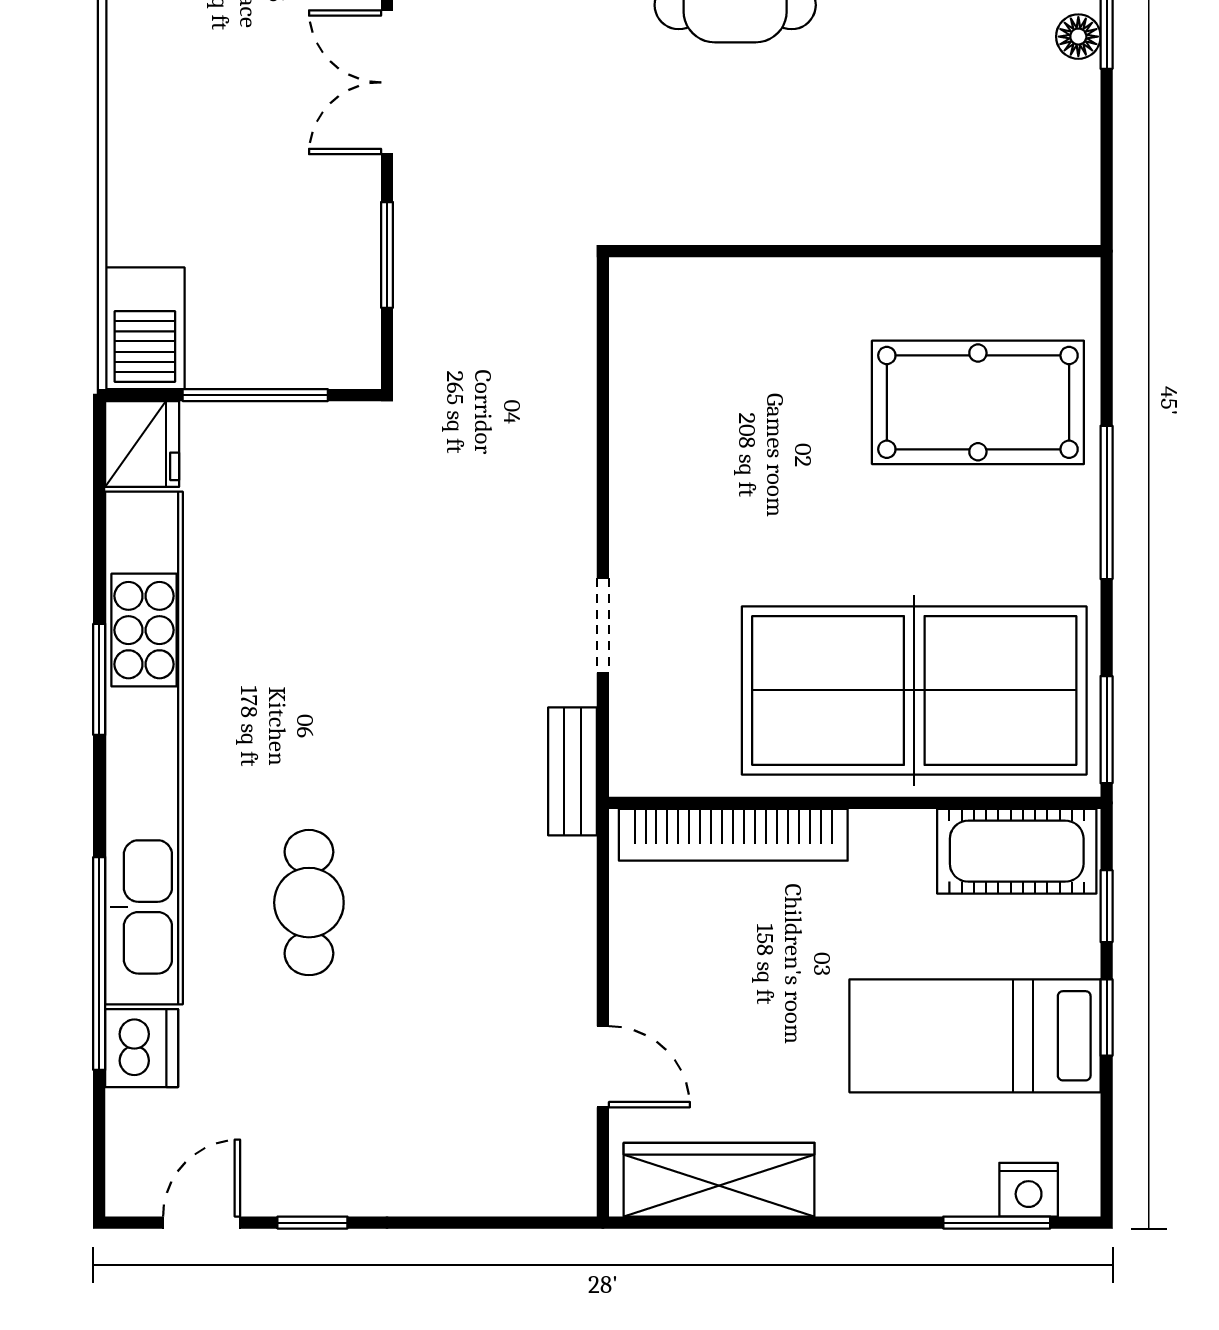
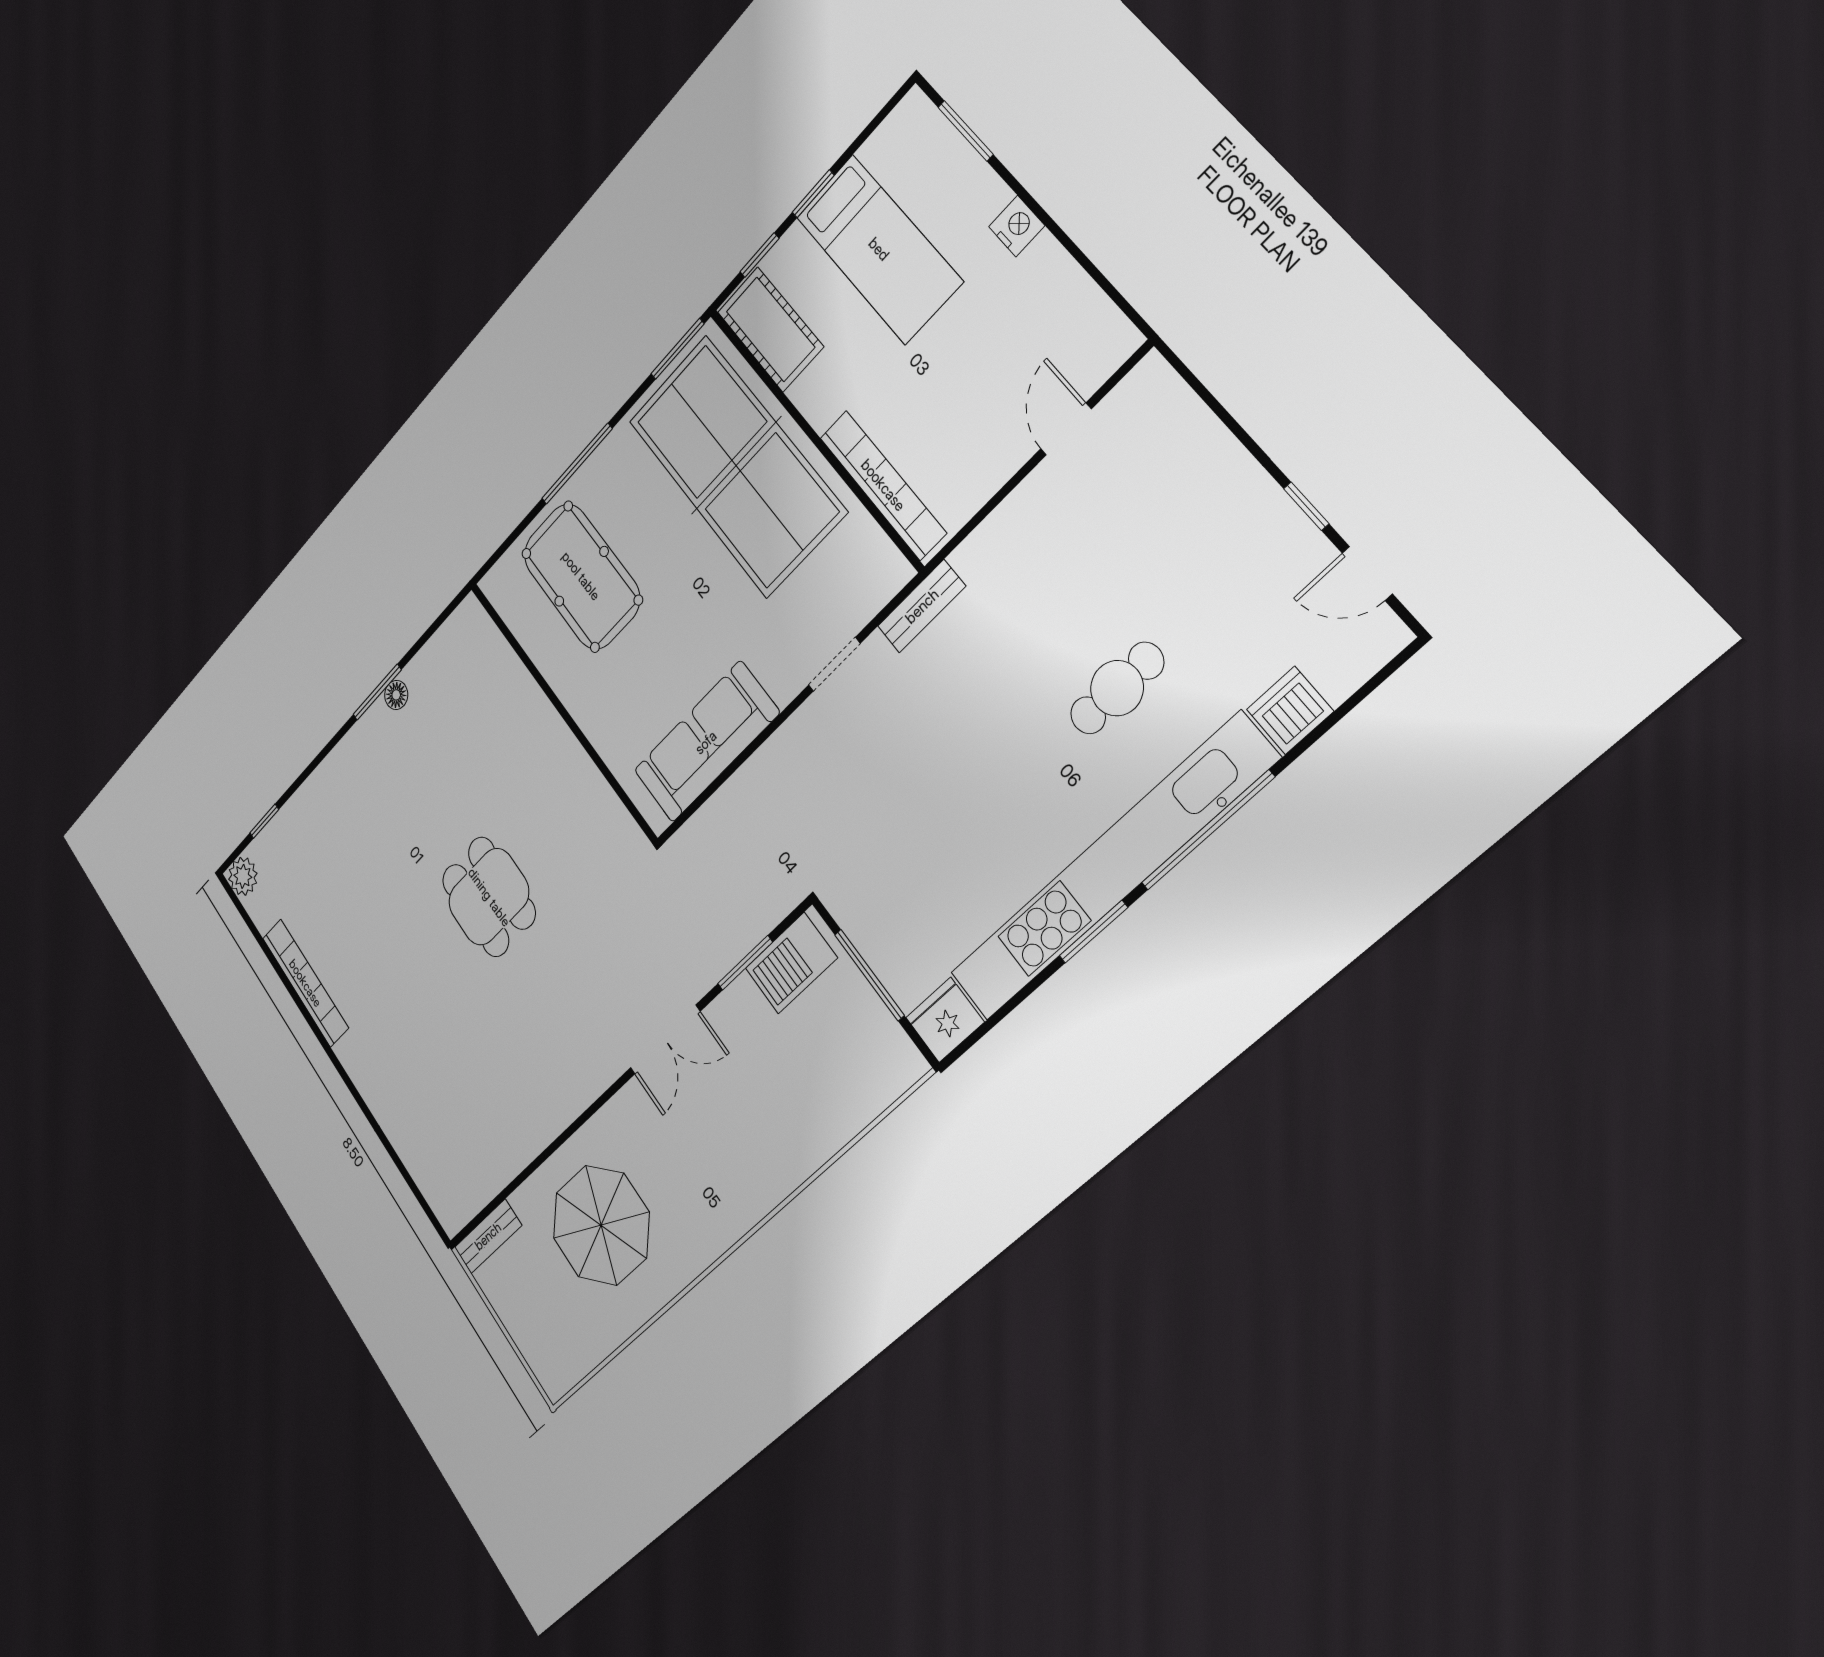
barbecue: (145, 328) -> (791, 963), moved, turned 180
sofa: (658, 406) -> (706, 742), added
window: (99, 963) -> (1208, 830), moved
wardrobe: (719, 1180) -> (1073, 301), removed
nightstand: (1029, 1190) -> (1017, 226), moved

